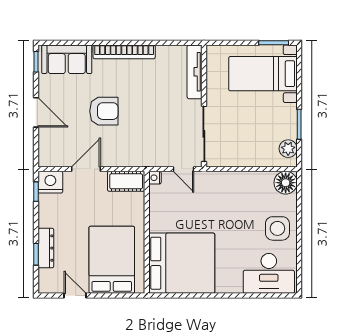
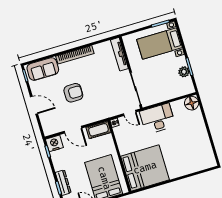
plant: (288, 149) -> (184, 72), moved
door: (86, 169) -> (73, 130), swing flipped
side table: (277, 228) -> (195, 131), removed
desk: (269, 273) -> (157, 119), moved, turned 180

